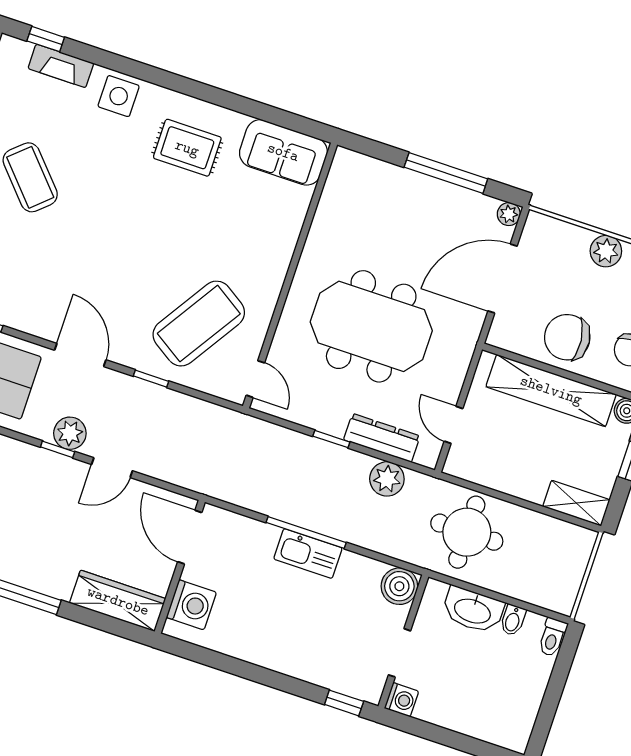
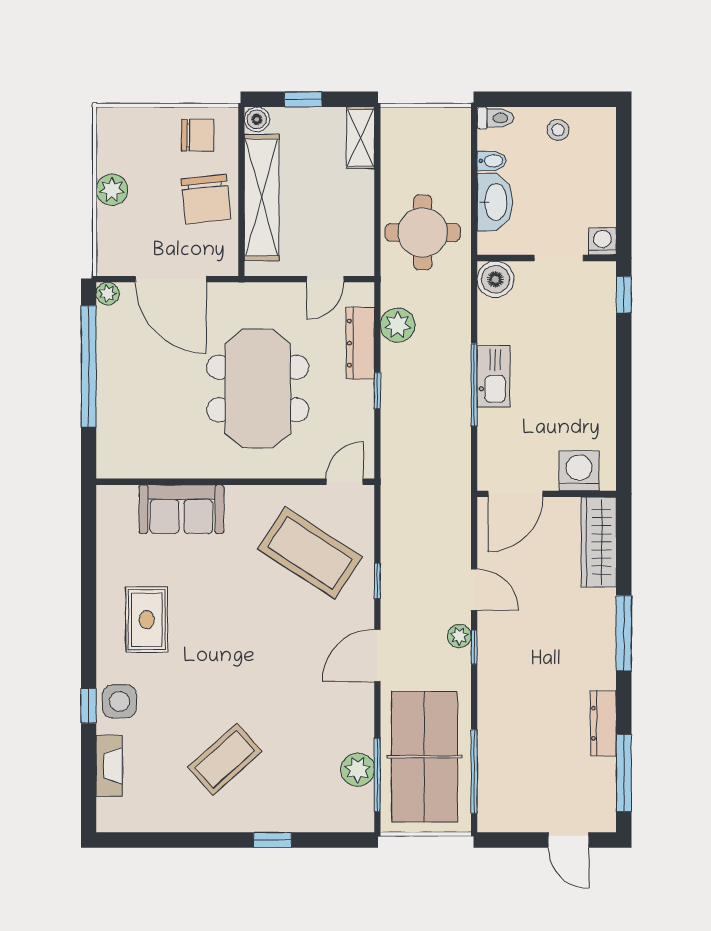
window: (46, 39) -> (89, 706), moved
sofa: (283, 152) -> (181, 509), moved, turned 90
window: (446, 173) -> (89, 366), width x1.46
plant: (70, 433) -> (459, 636), width x0.73, depth x0.73
stool: (521, 693) -> (558, 130), added

